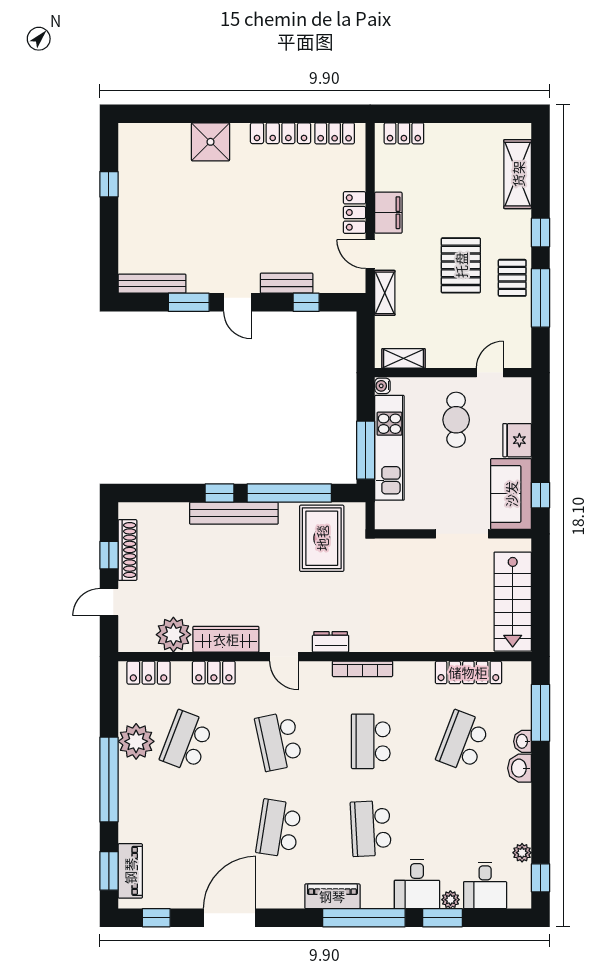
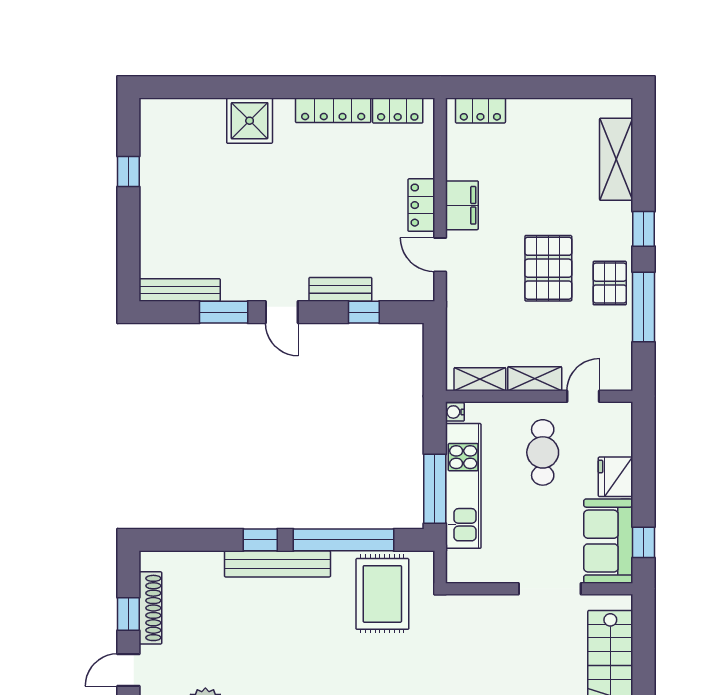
shelving: (385, 293) -> (535, 379), moved, turned 90

